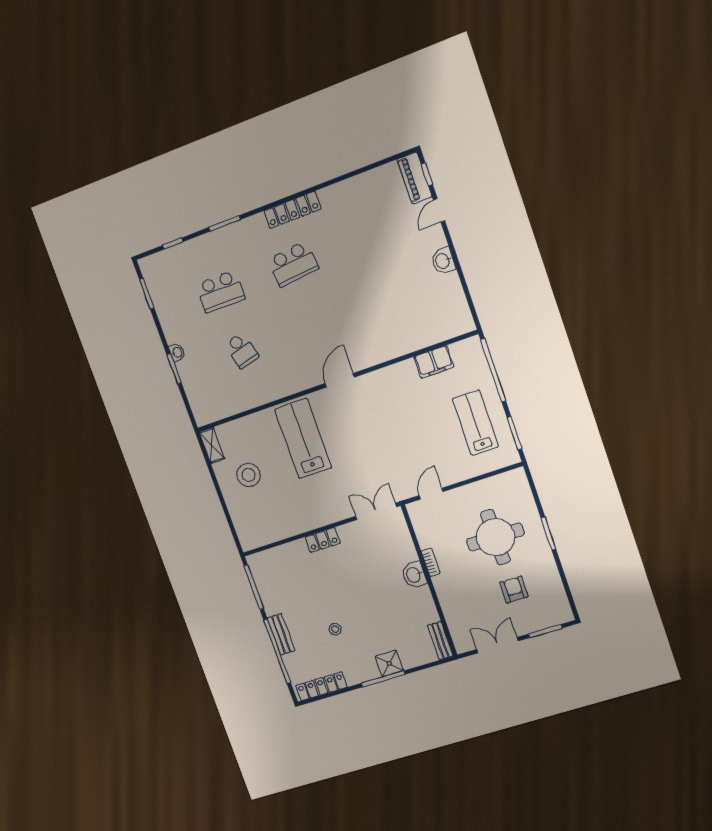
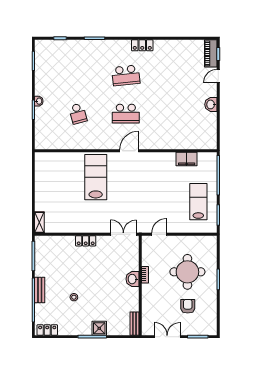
locker: (292, 210) -> (142, 45), width x0.66
school desk: (220, 291) -> (126, 114), moved
shelving: (212, 445) -> (39, 222), moved
stool: (249, 475) -> (55, 187), removed
locker: (321, 686) -> (47, 330), width x0.66

